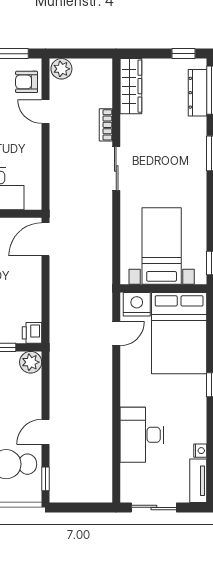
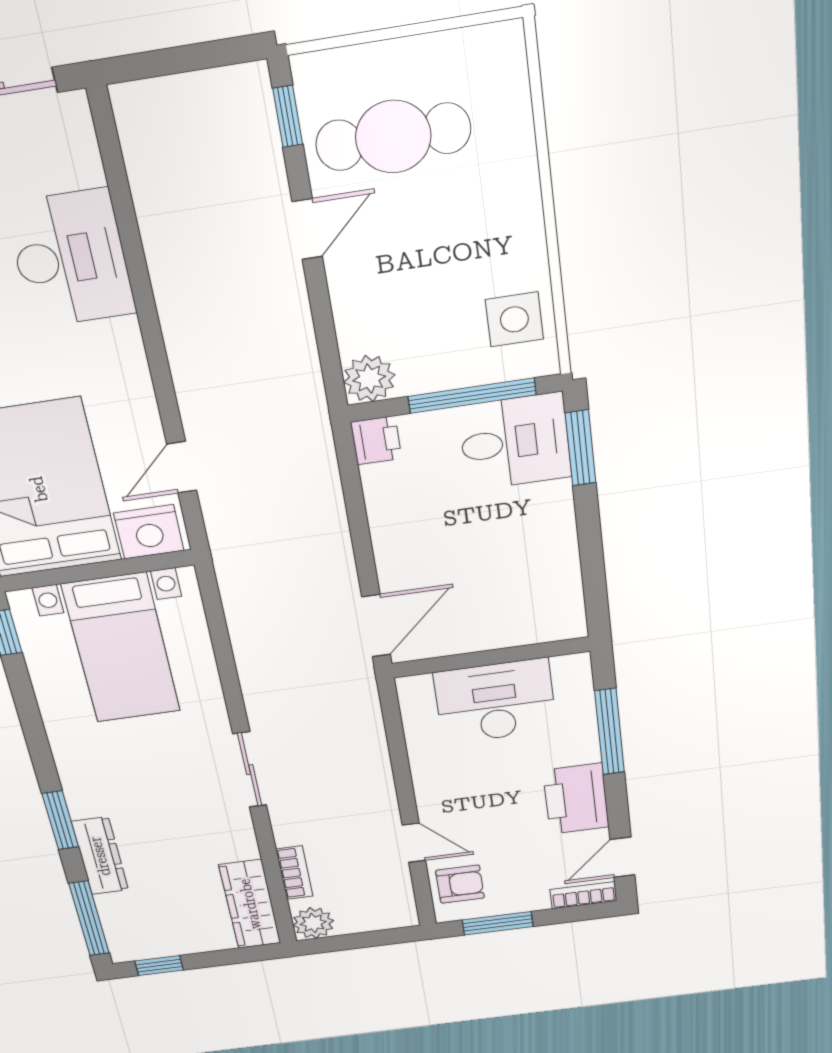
plant: (61, 69) -> (313, 923), moved
dresser: (197, 93) -> (100, 856), moved
bookcase: (106, 125) -> (294, 873), moved

